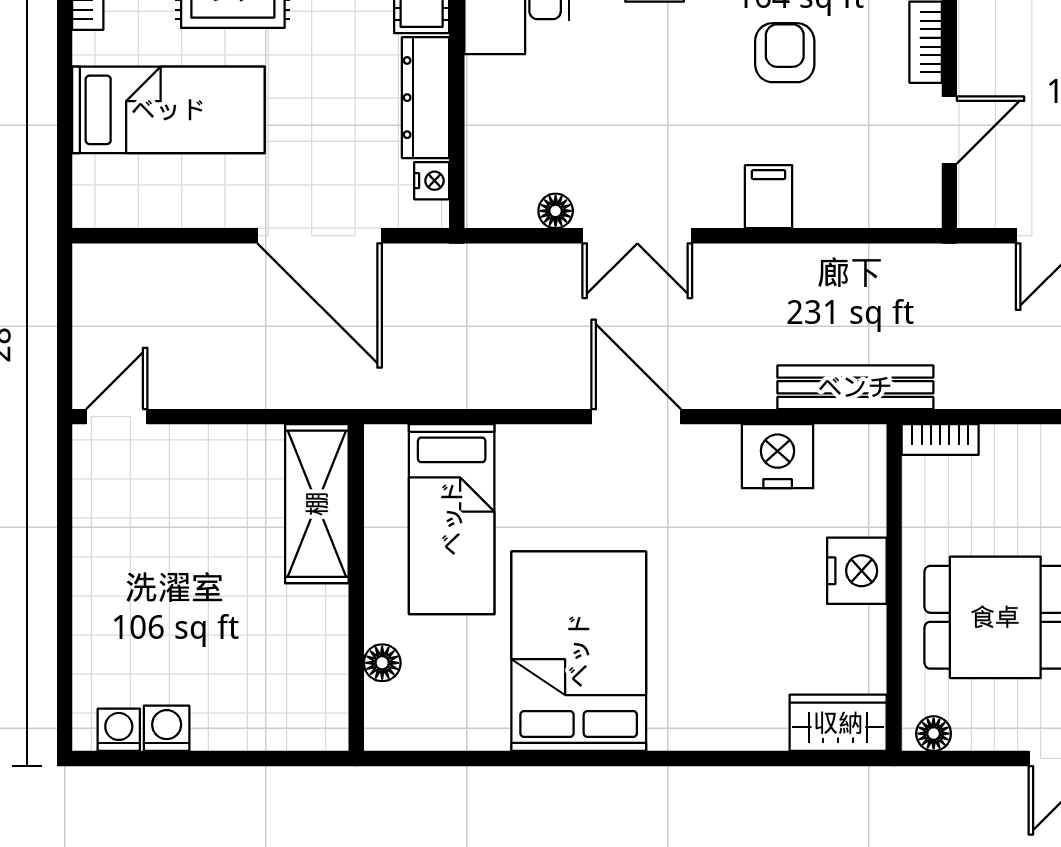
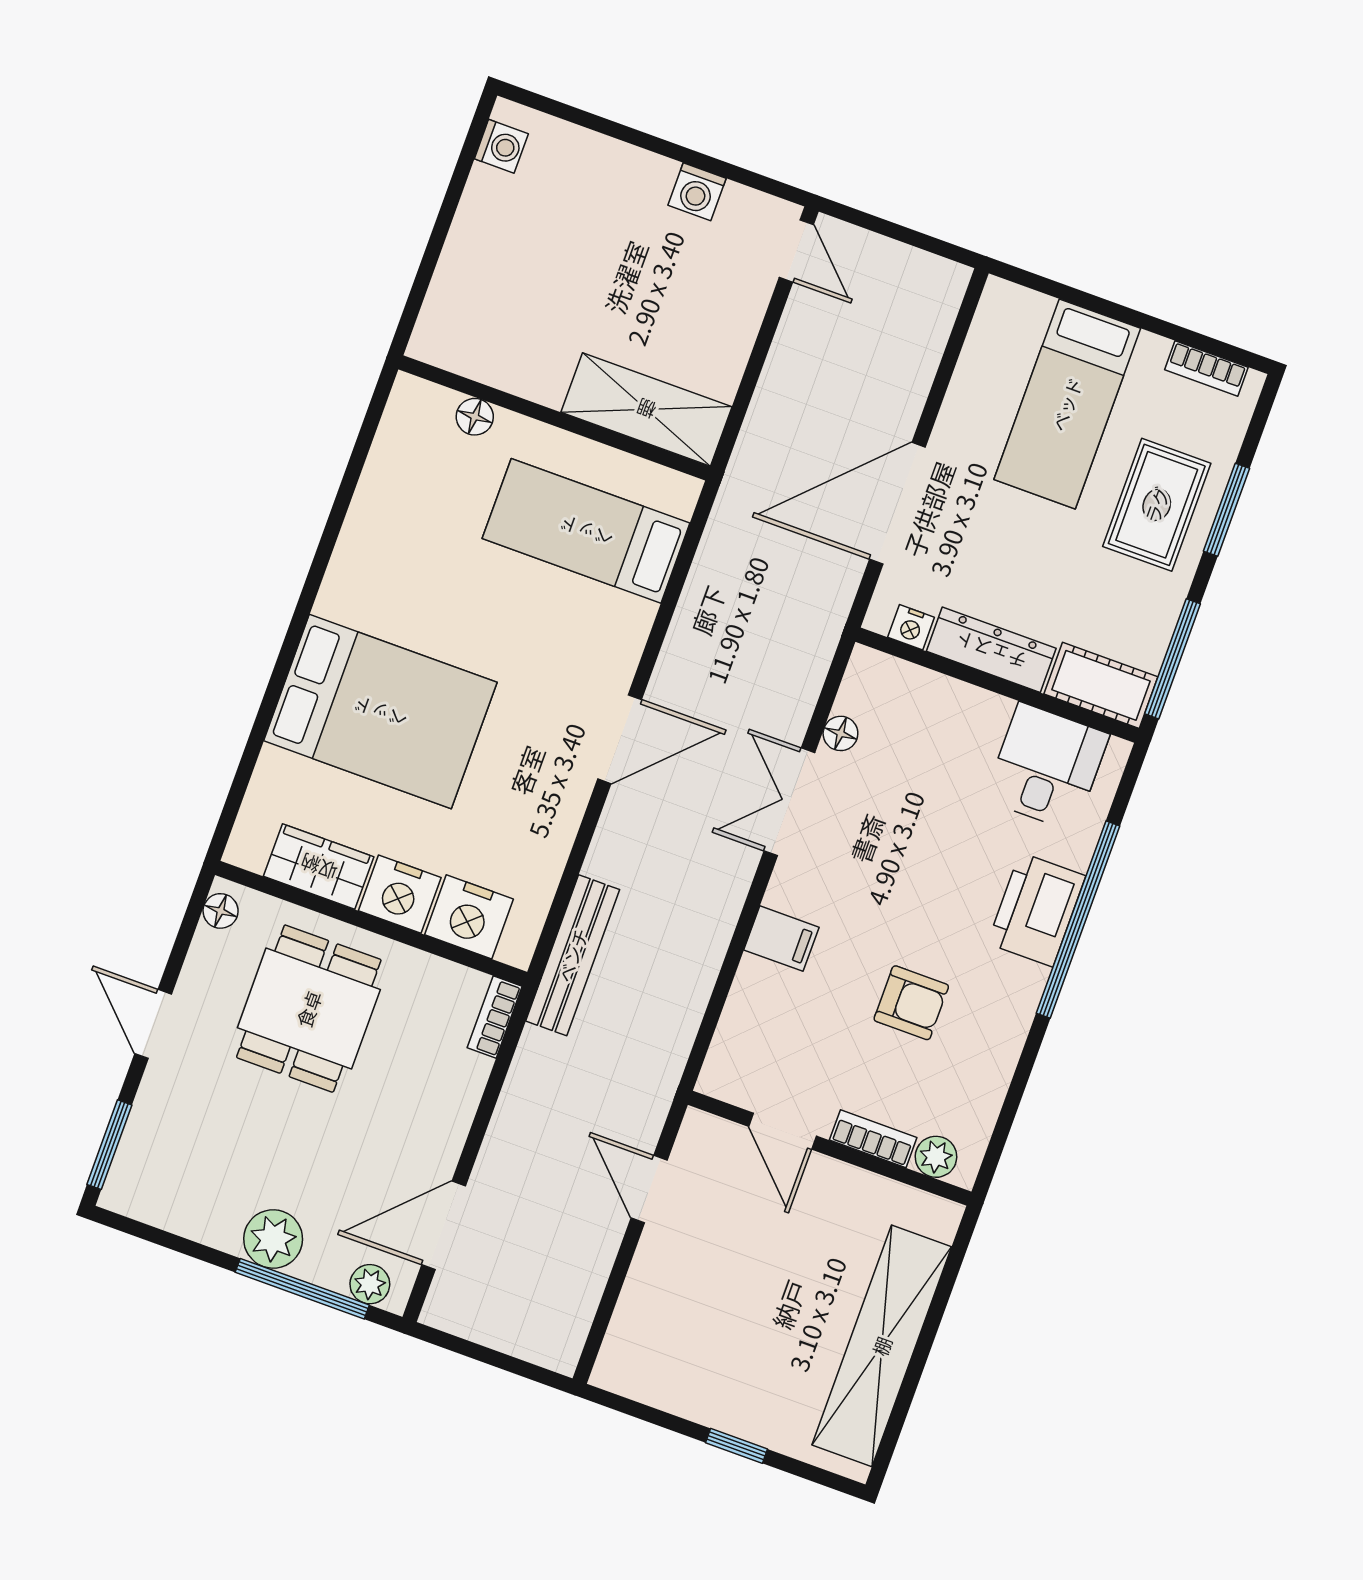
nightstand: (778, 456) -> (469, 917), moved, turned 90
bed: (579, 651) -> (380, 712), moved
wardrobe: (838, 723) -> (319, 867), moved, turned -90
washing machine: (167, 728) -> (697, 192), moved, turned 90

